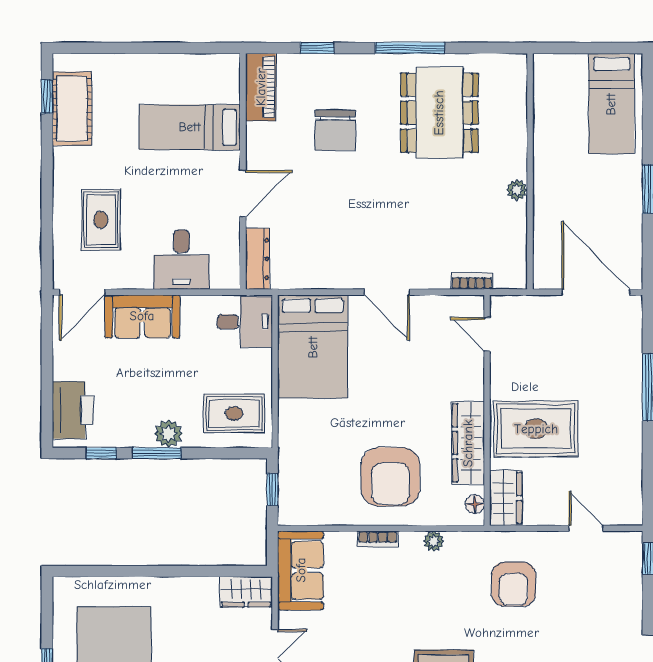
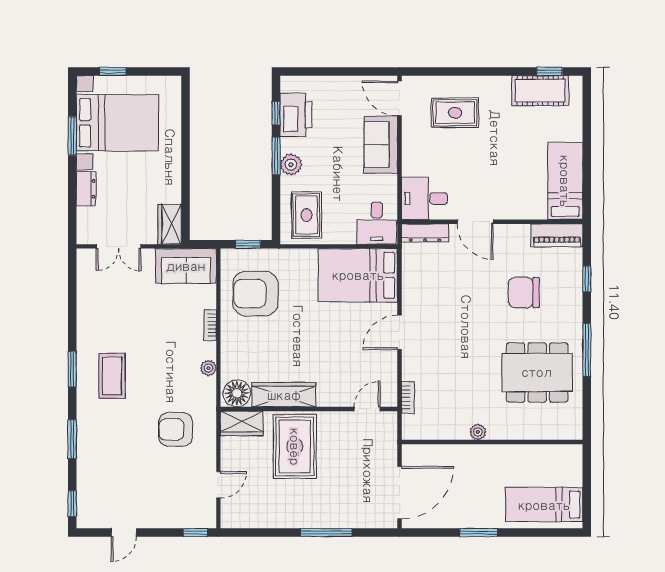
bed: (190, 127) -> (565, 181), moved
desk: (181, 260) -> (424, 198), moved
printer: (73, 410) -> (296, 115), moved, turned -90
armchair: (390, 477) -> (255, 294), moved
floor lamp: (475, 504) -> (237, 393), width x1.89, depth x1.89

